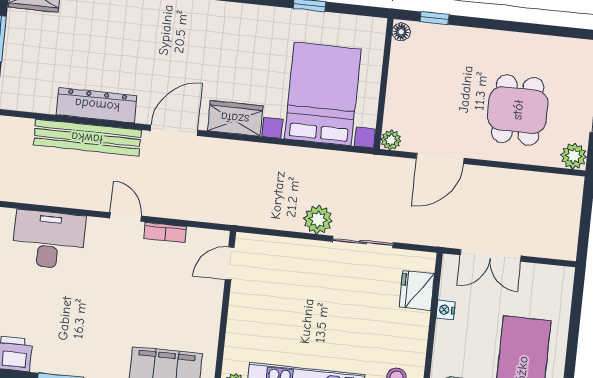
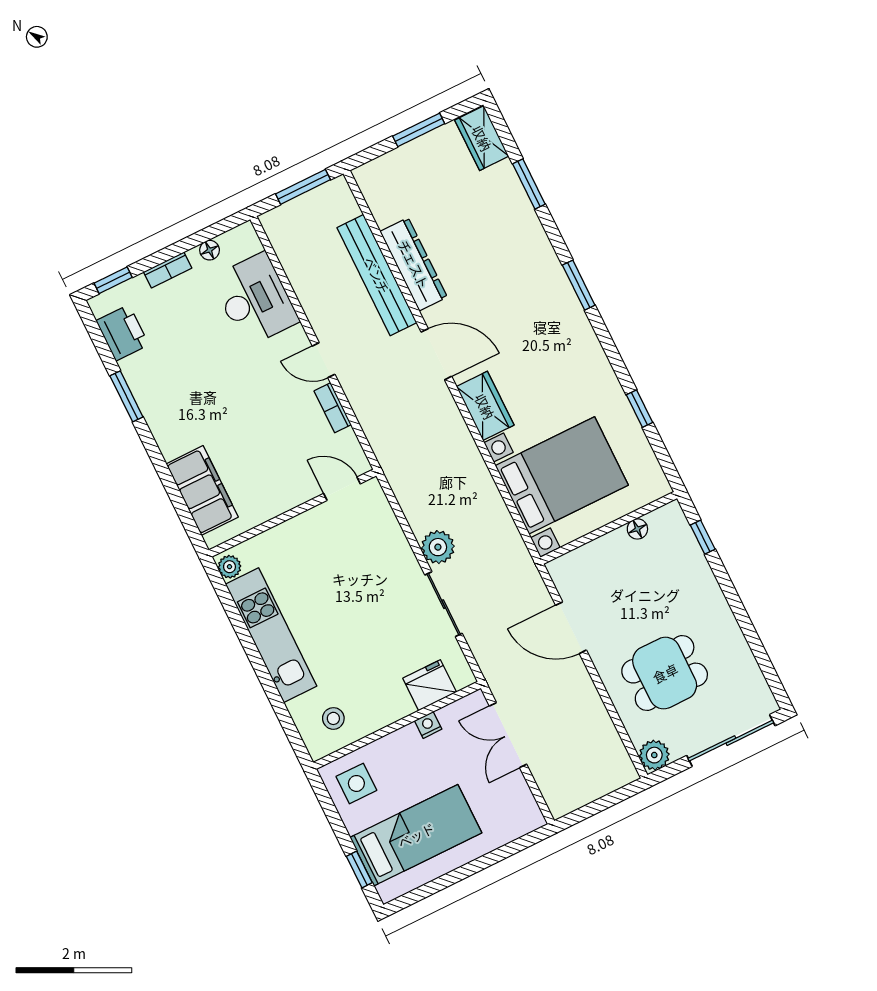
floor lamp: (401, 32) -> (637, 529), moved
plant: (391, 140) -> (559, 569), removed
door: (126, 217) -> (324, 360), swing flipped

